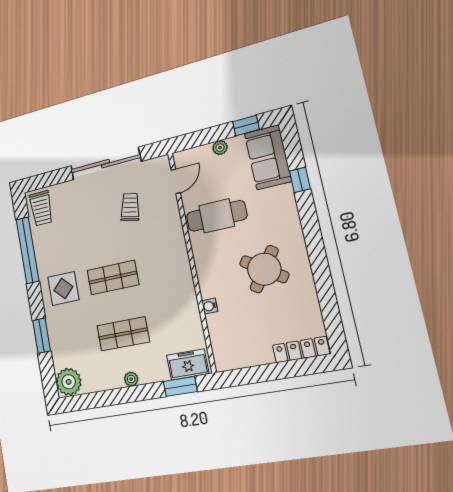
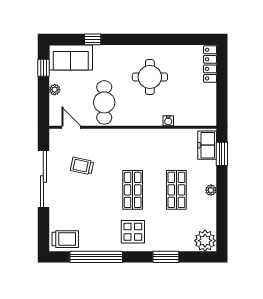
round table: (264, 269) -> (150, 77), turned -34

